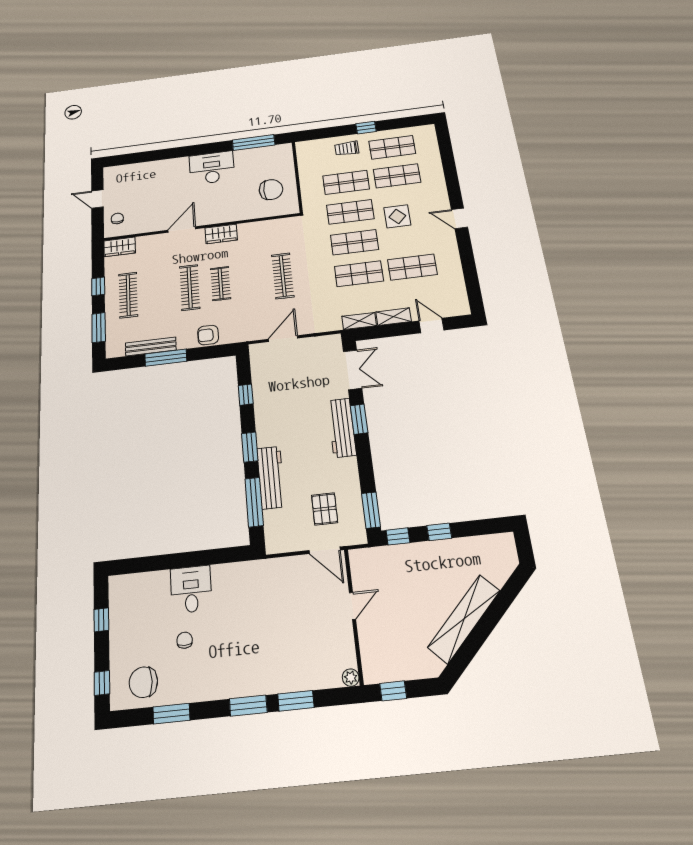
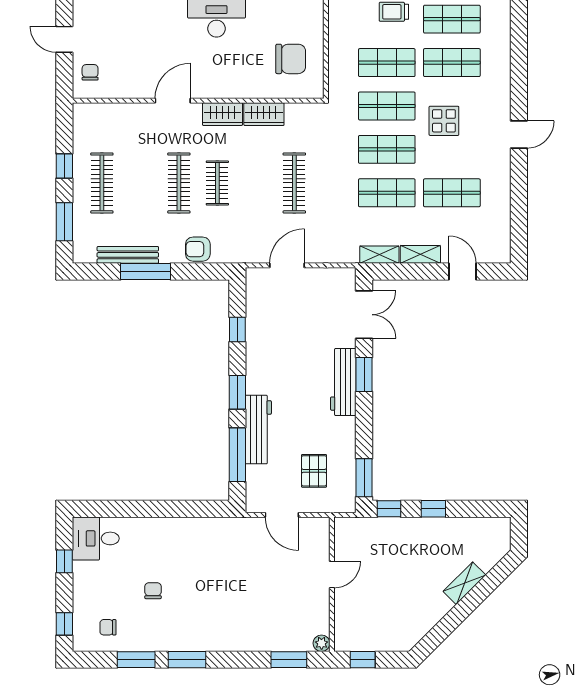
door: (459, 218) -> (519, 134), swing flipped
wardrobe: (120, 247) -> (264, 114), moved
door: (325, 550) -> (282, 515), moved
desk: (191, 589) -> (96, 538), moved, turned -90
shelving: (464, 619) -> (464, 583), width x0.45, depth x0.75
chair: (143, 682) -> (108, 627), width x0.54, depth x0.54
window: (296, 701) -> (289, 660), moved
window: (248, 706) -> (187, 660), moved

